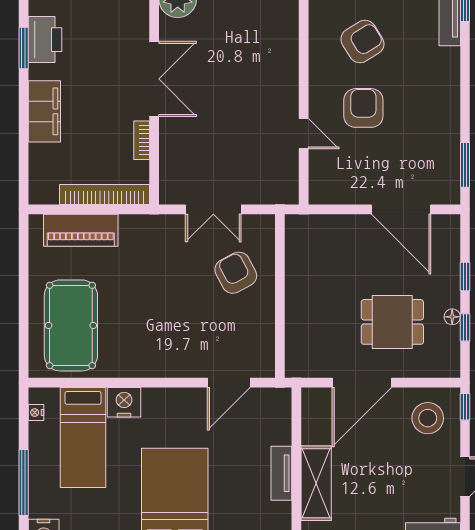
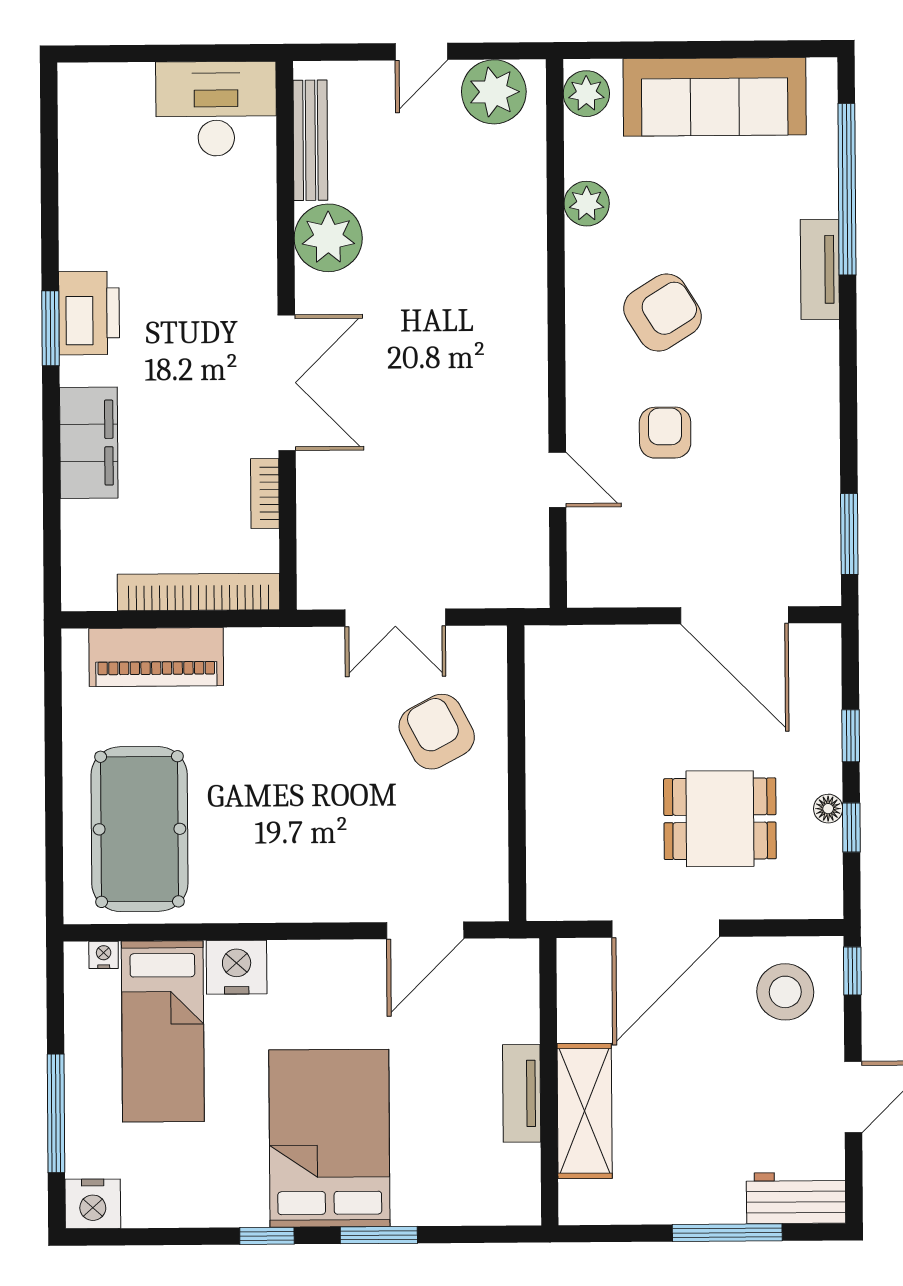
armchair: (363, 108) -> (665, 433), width x0.72, depth x0.72
nightstand: (36, 413) -> (104, 955), moved, turned 90

